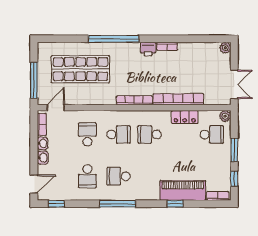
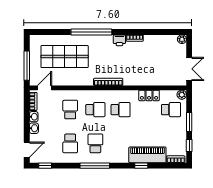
bookcase: (178, 99) -> (144, 81), removed
school desk: (150, 135) -> (121, 110), turned 180
school desk: (119, 176) -> (95, 143), turned 90

